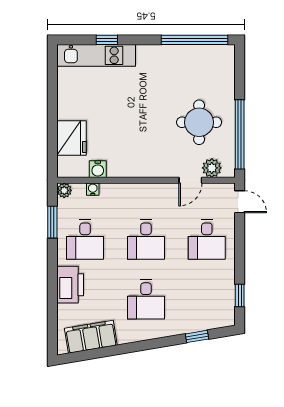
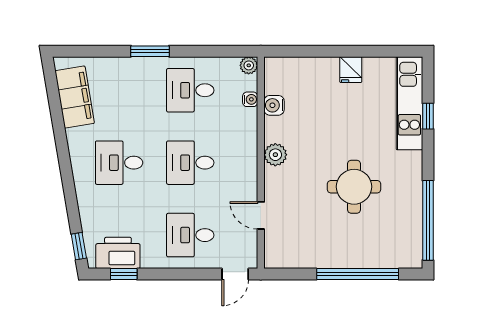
round table: (199, 122) -> (354, 187), moved
window: (240, 134) -> (358, 274), moved
fridge: (71, 138) -> (351, 70), moved, width x0.53, depth x0.75
plant: (212, 168) -> (275, 155), moved
window: (52, 222) -> (150, 51), moved
printer: (70, 285) -> (118, 253), moved, turned 180
window: (197, 336) -> (79, 246), moved

